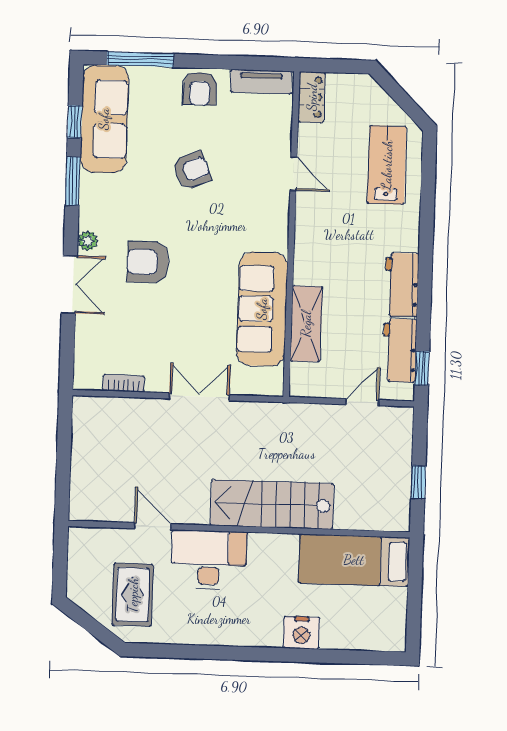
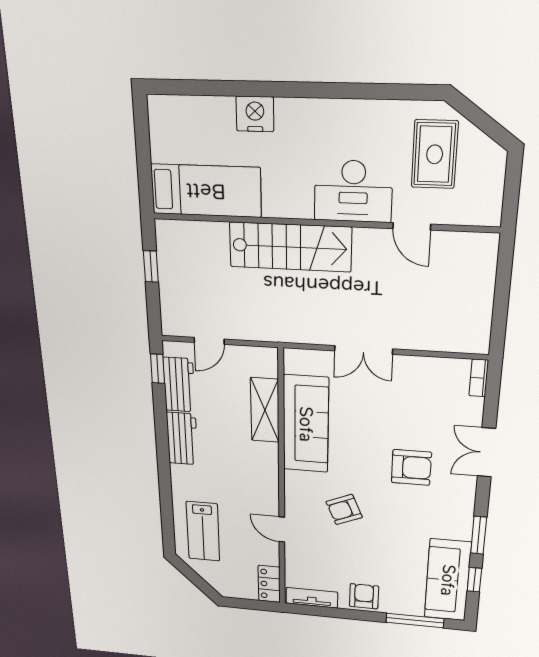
armchair: (192, 171) -> (344, 510), moved
plant: (88, 241) -> (467, 487), removed
bookcase: (124, 383) -> (479, 378), moved, turned 90

